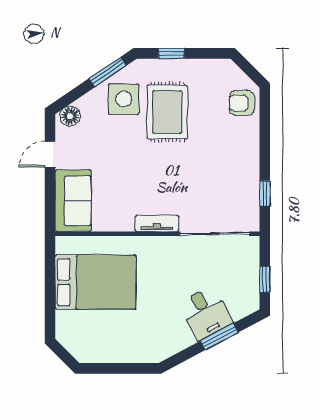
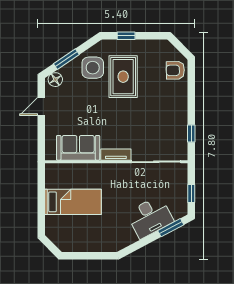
window: (108, 72) -> (66, 59), moved
sofa: (73, 201) -> (78, 148), moved, turned -90
bed: (96, 282) -> (73, 202), width x0.67
desk: (206, 313) -> (150, 217), width x1.37
window: (219, 337) -> (171, 228), moved

